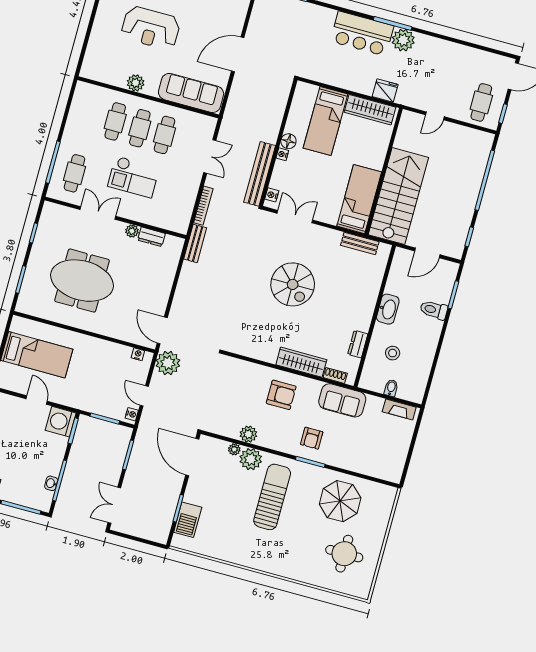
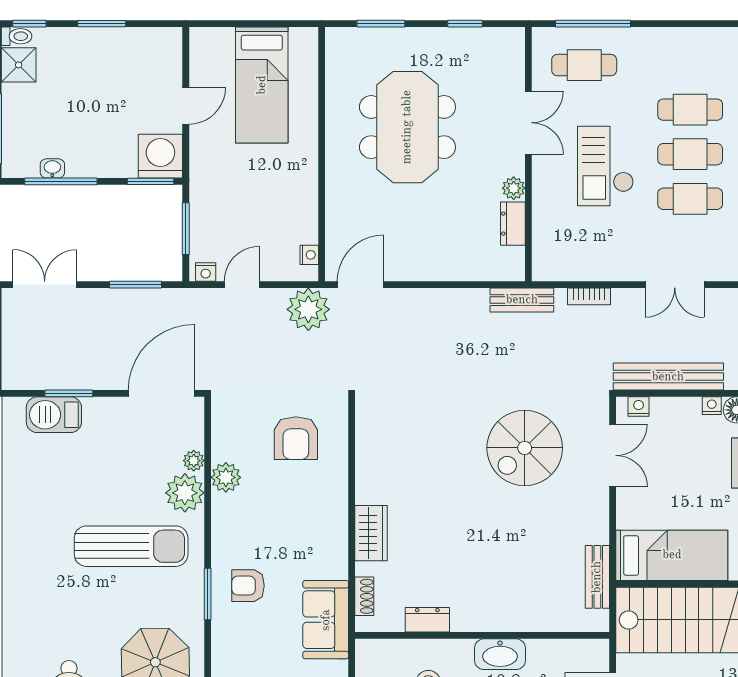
bookcase: (203, 206) -> (589, 296), width x0.64
spiral stairs: (293, 284) -> (525, 448), moved
wardrobe: (301, 362) -> (371, 533), width x0.67
armchair: (281, 395) -> (296, 438), moved

